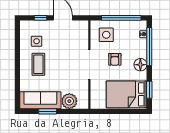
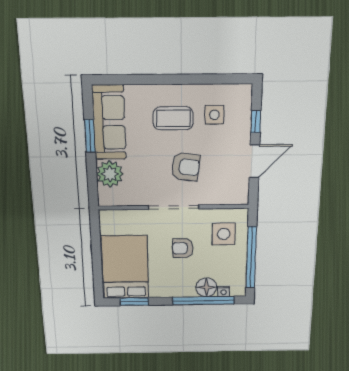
armchair: (66, 57) -> (186, 167), added
floor lamp: (140, 65) -> (206, 287), moved

